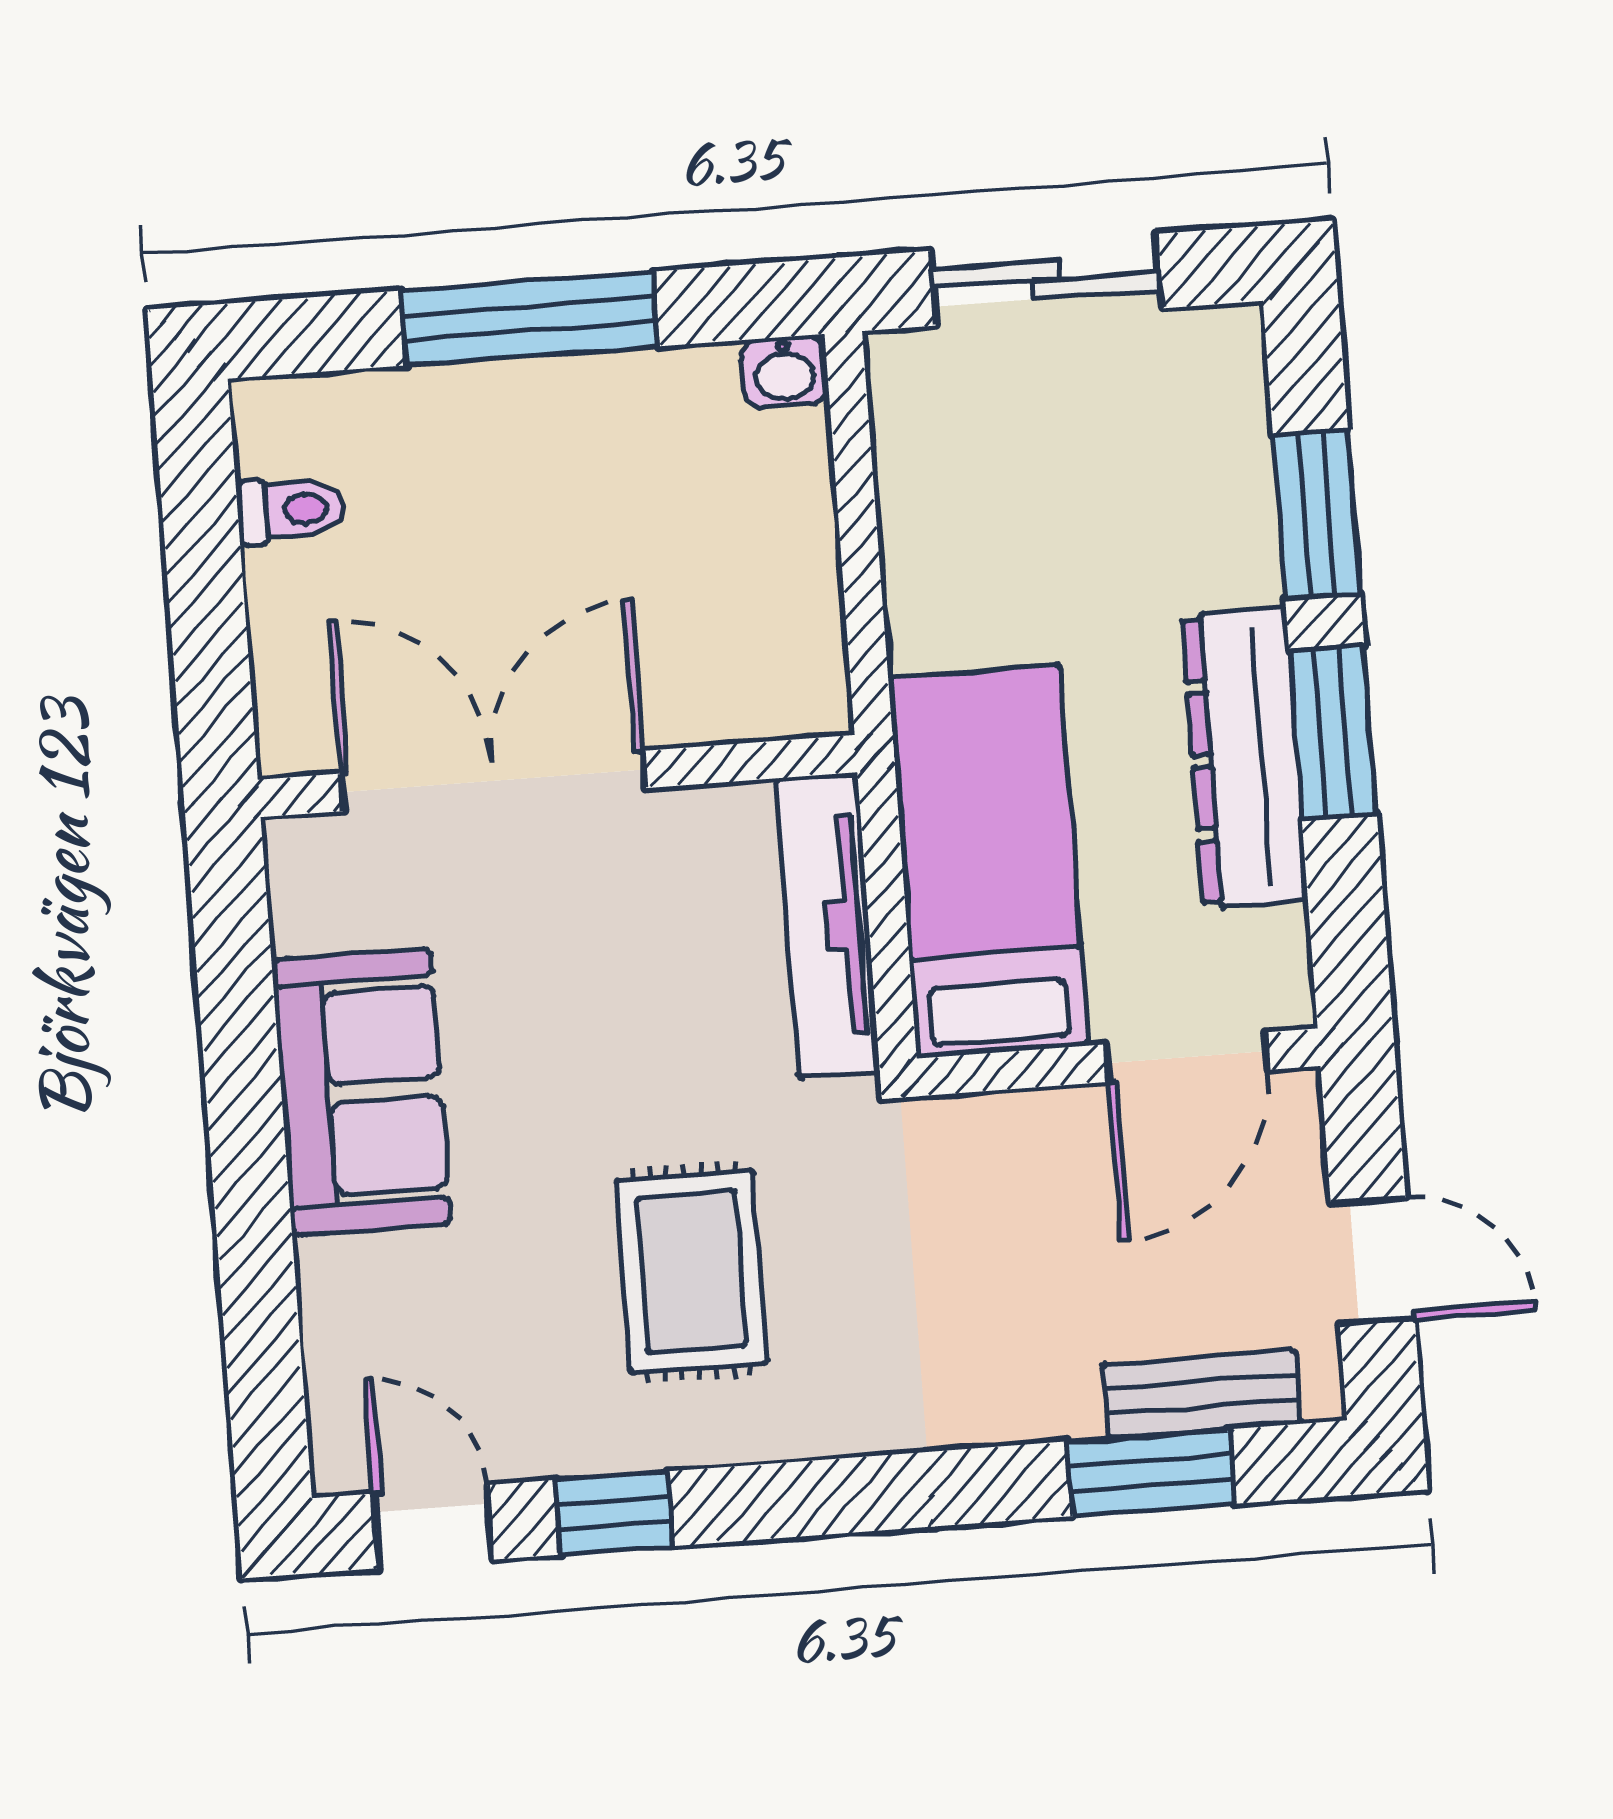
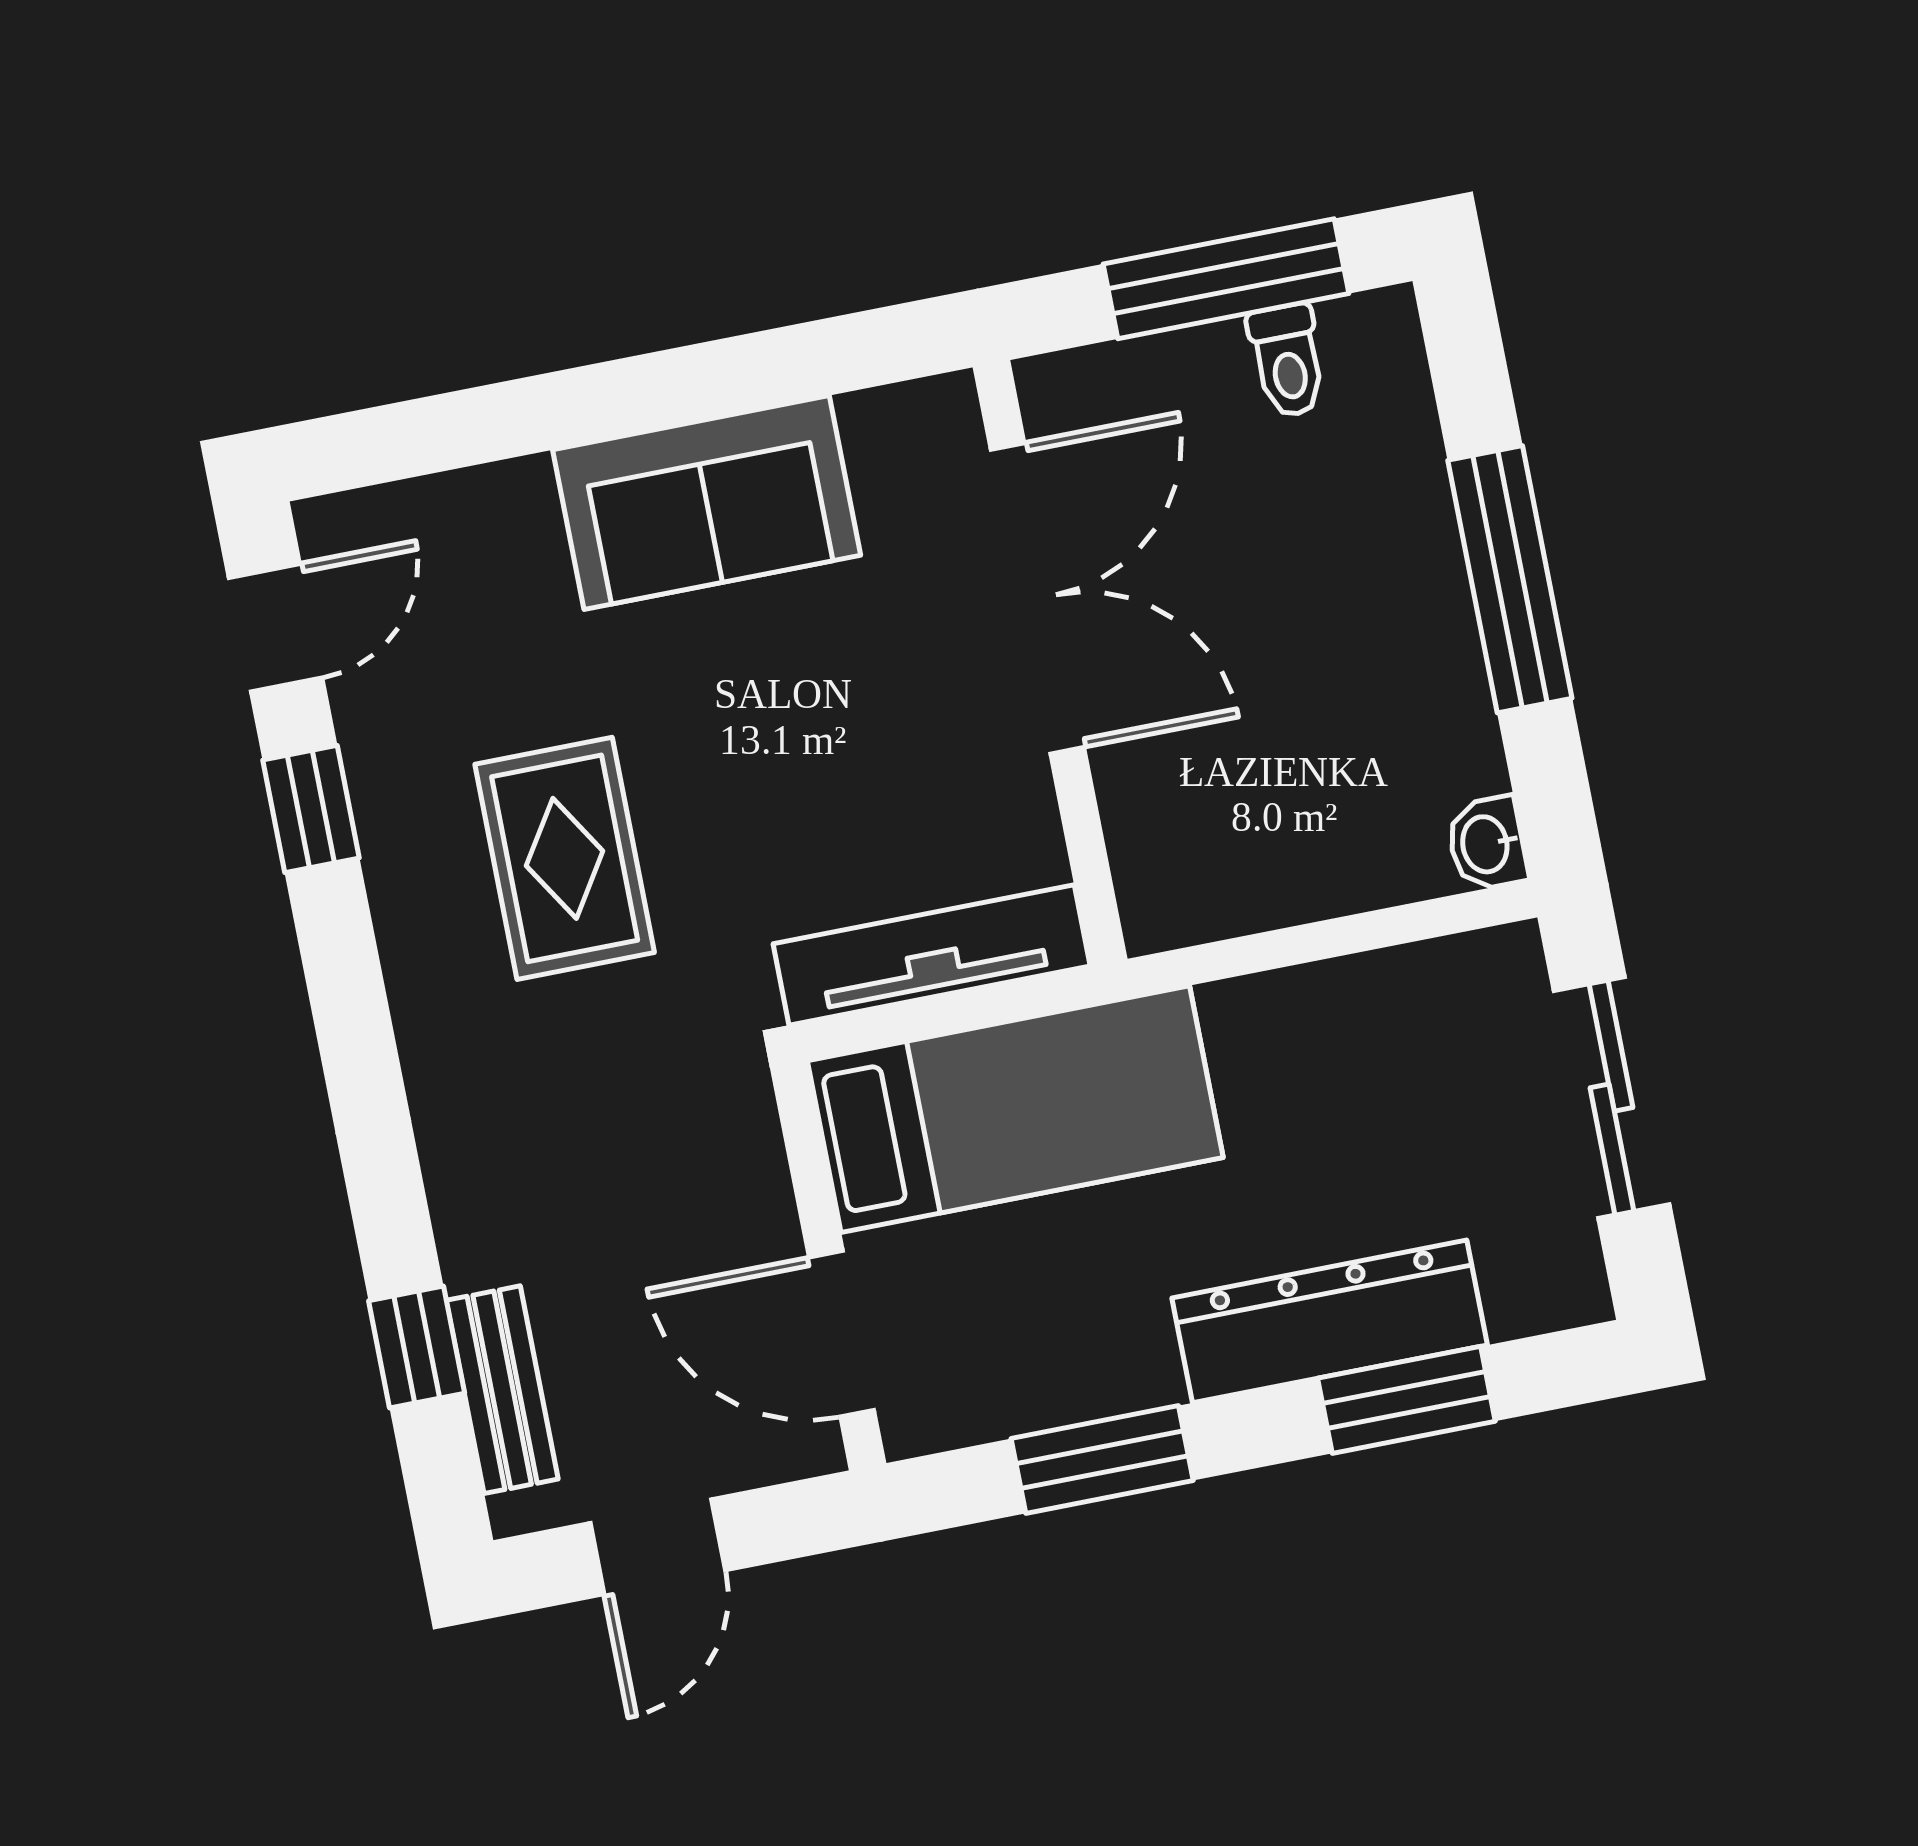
window: (204, 560) -> (1226, 279), added
window: (1333, 732) -> (1102, 1460), moved
dresser: (1245, 758) -> (1330, 1321), moved
rug: (691, 1272) -> (565, 858), turned 90
window: (1150, 1473) -> (417, 1347), width x0.67

